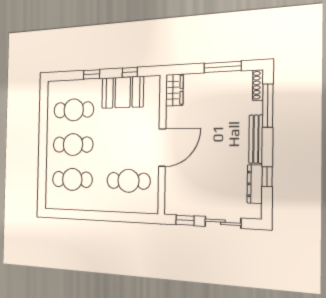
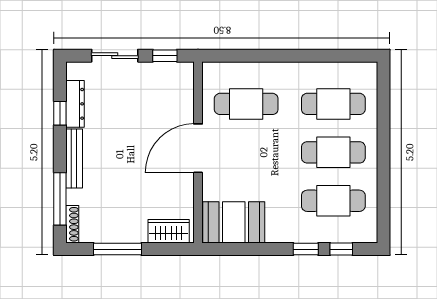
window: (130, 72) -> (341, 249), moved
wardrobe: (174, 90) -> (169, 231), moved, turned 90
booth: (123, 92) -> (234, 222), moved

